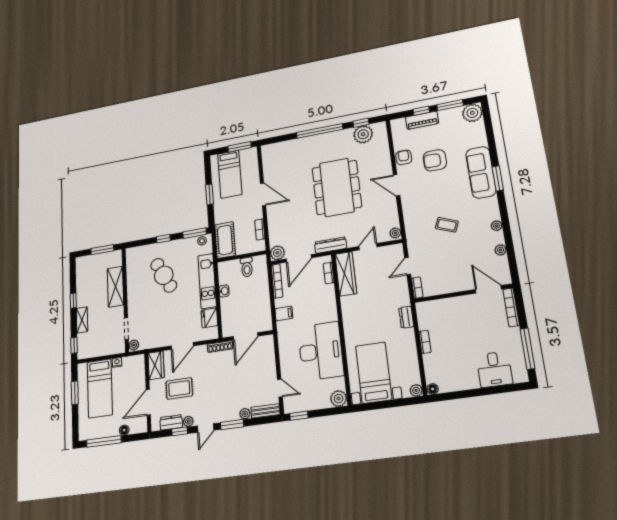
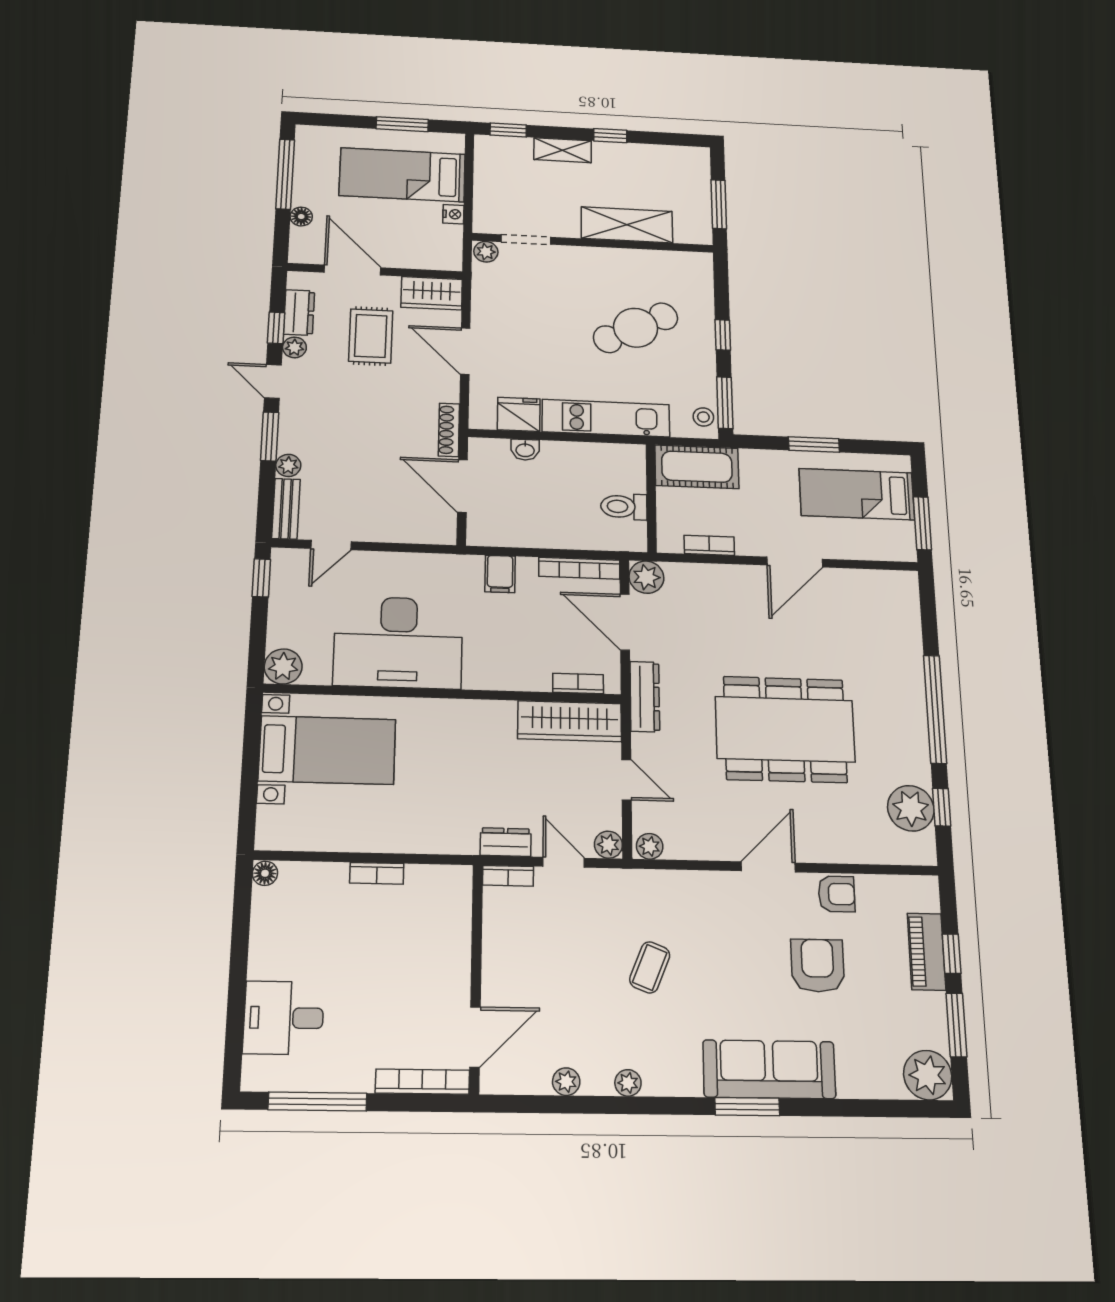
washbasin: (224, 291) -> (525, 450), moved
dresser: (406, 317) -> (506, 842), moved
plant: (416, 390) -> (608, 845), moved

